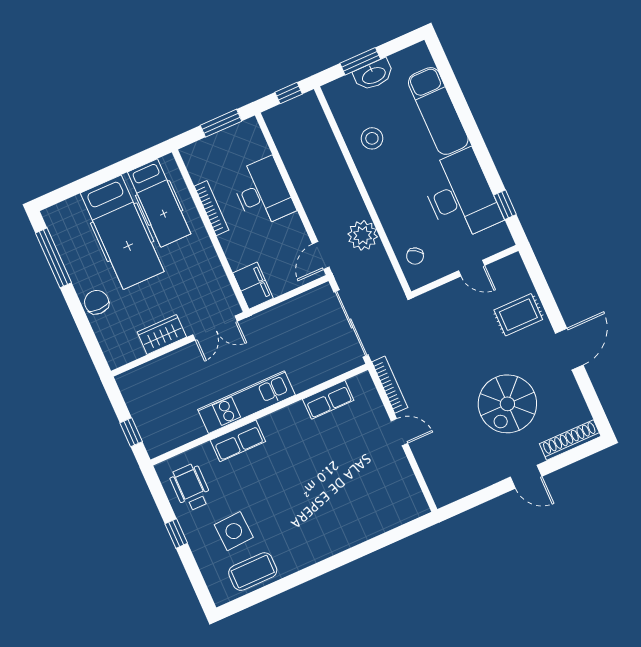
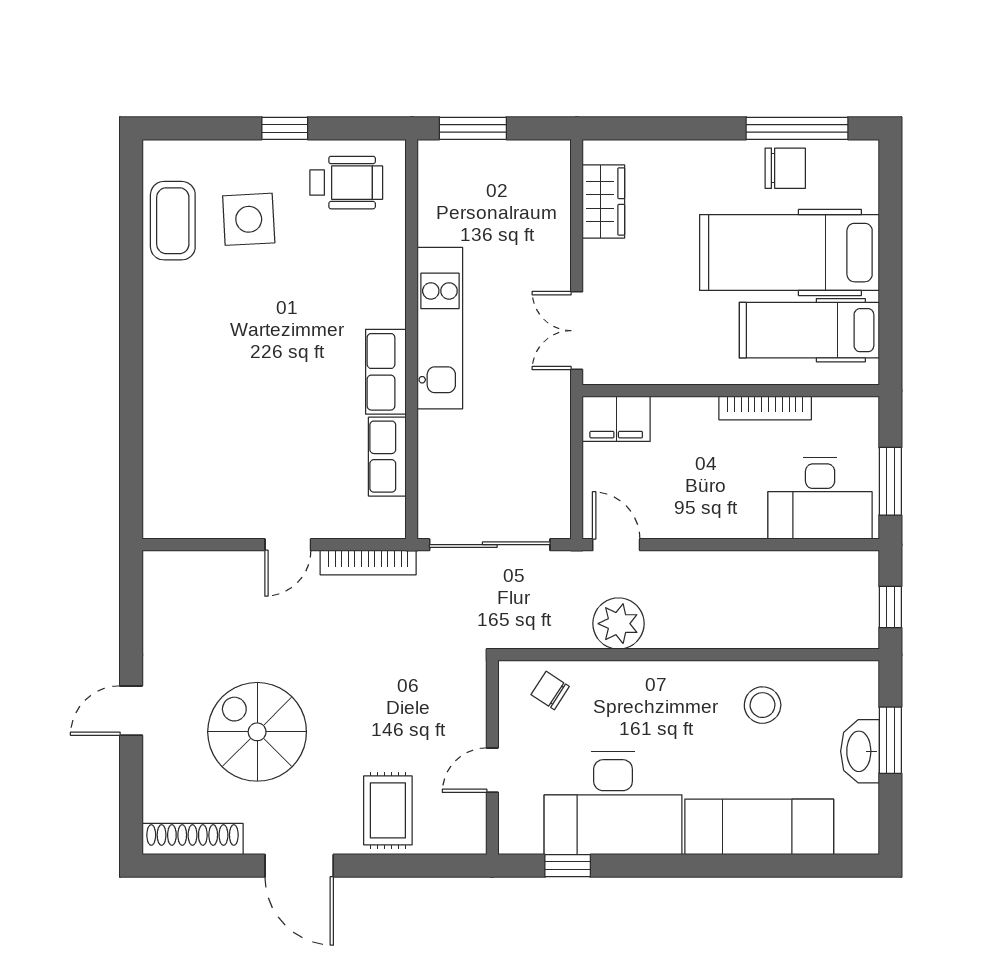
desk: (263, 192) -> (820, 498), moved
chair: (97, 302) -> (785, 168), moved
wardrobe: (162, 334) -> (603, 202), moved
window: (131, 432) -> (473, 128), width x1.50
shoe rack: (570, 440) -> (193, 839), moved, turned -90
row of seats: (238, 441) -> (386, 372), moved

